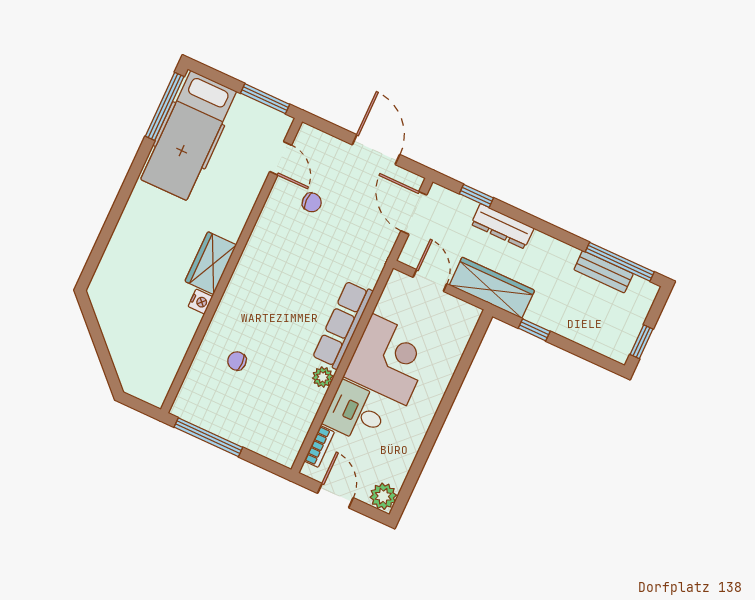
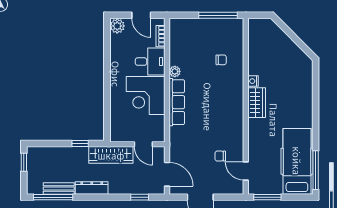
dresser: (502, 226) -> (92, 188), moved

